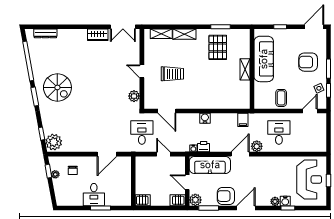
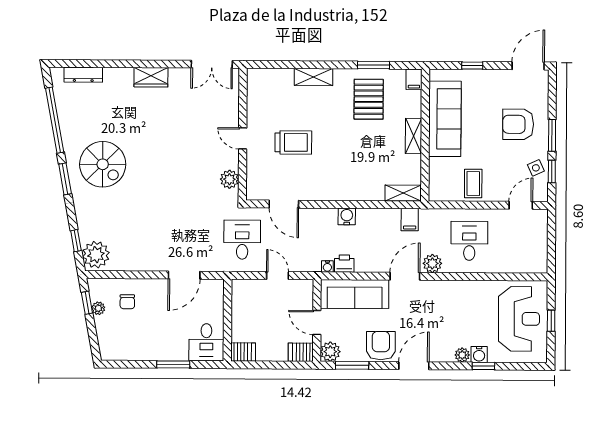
shelving: (161, 34) -> (403, 193), moved
wardrobe: (98, 35) -> (151, 77), moved
filing cabinet: (245, 35) -> (414, 79), added
desk: (94, 195) -> (206, 342), moved
armchair: (226, 196) -> (381, 346), turned 90

